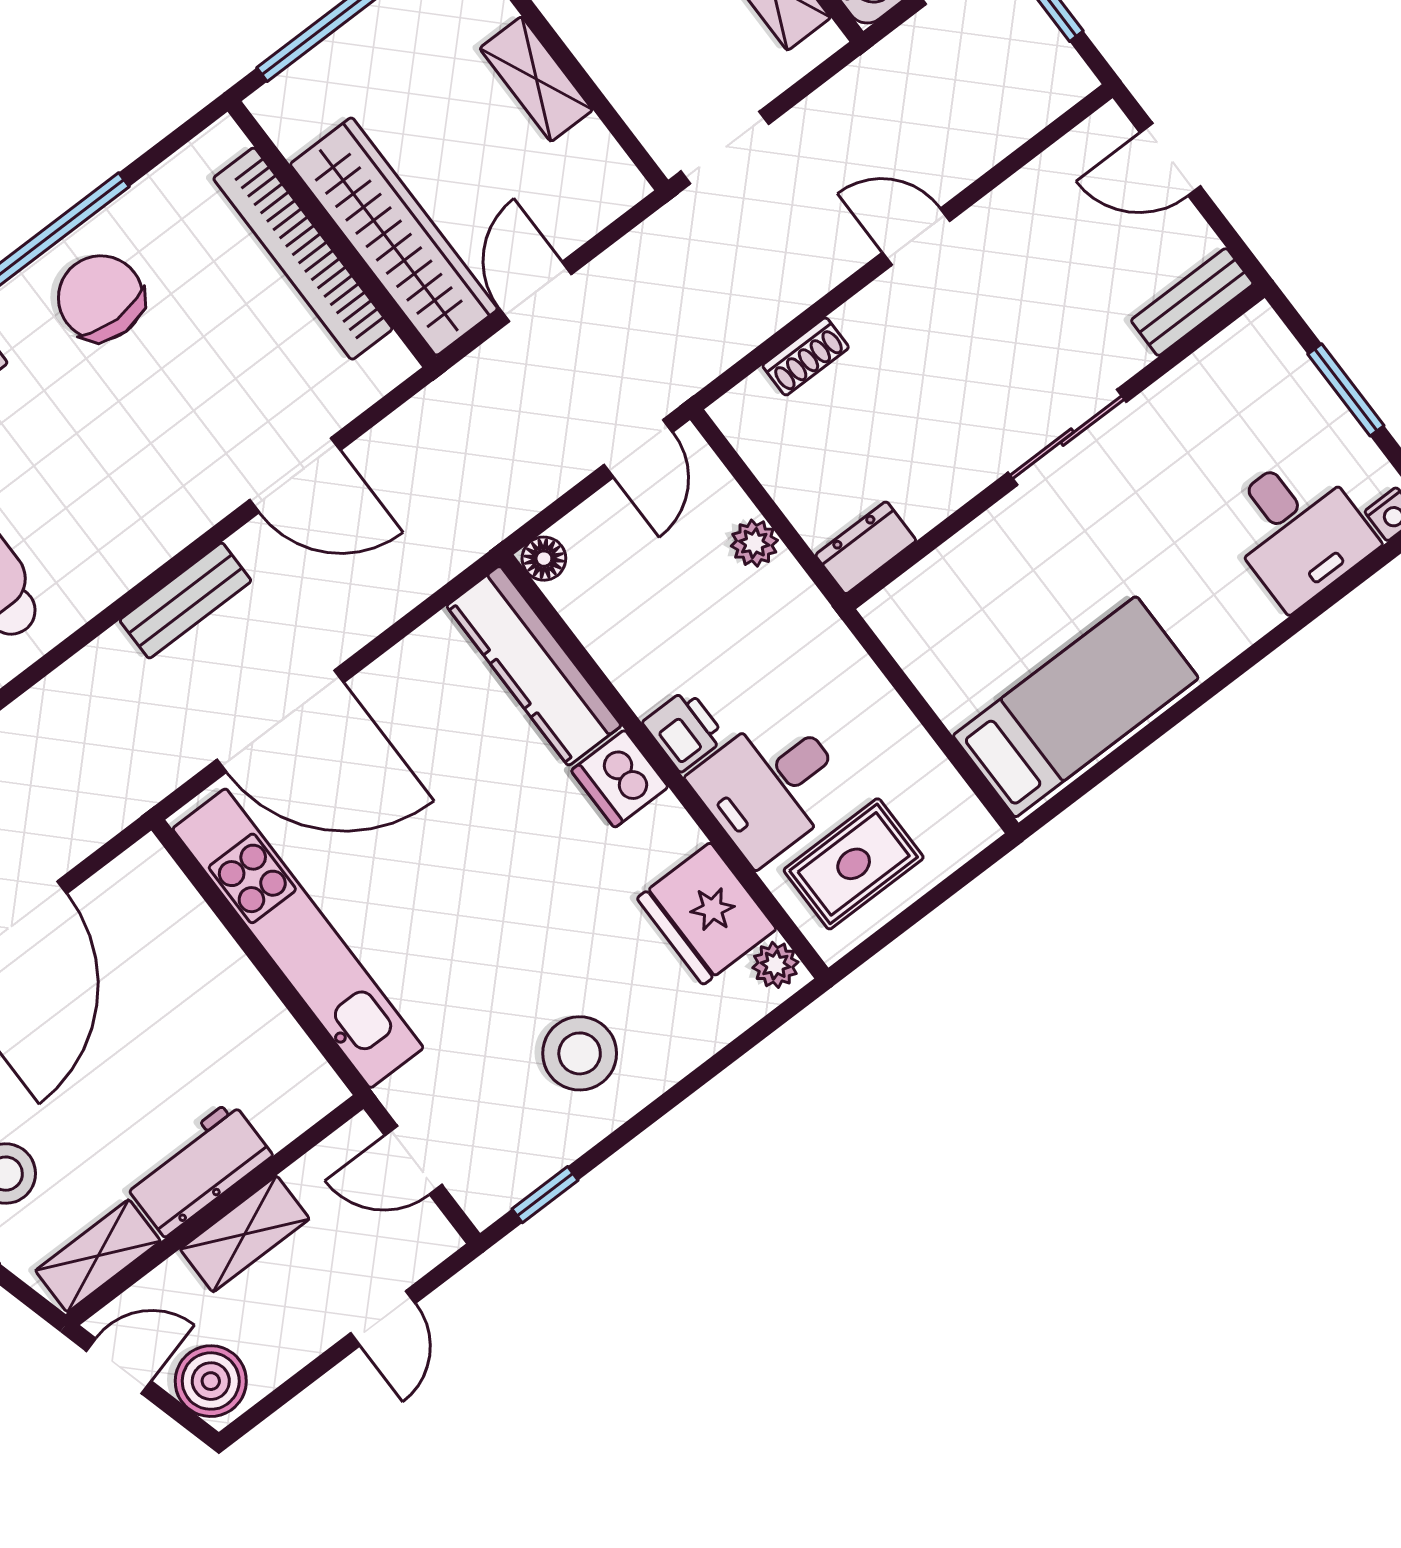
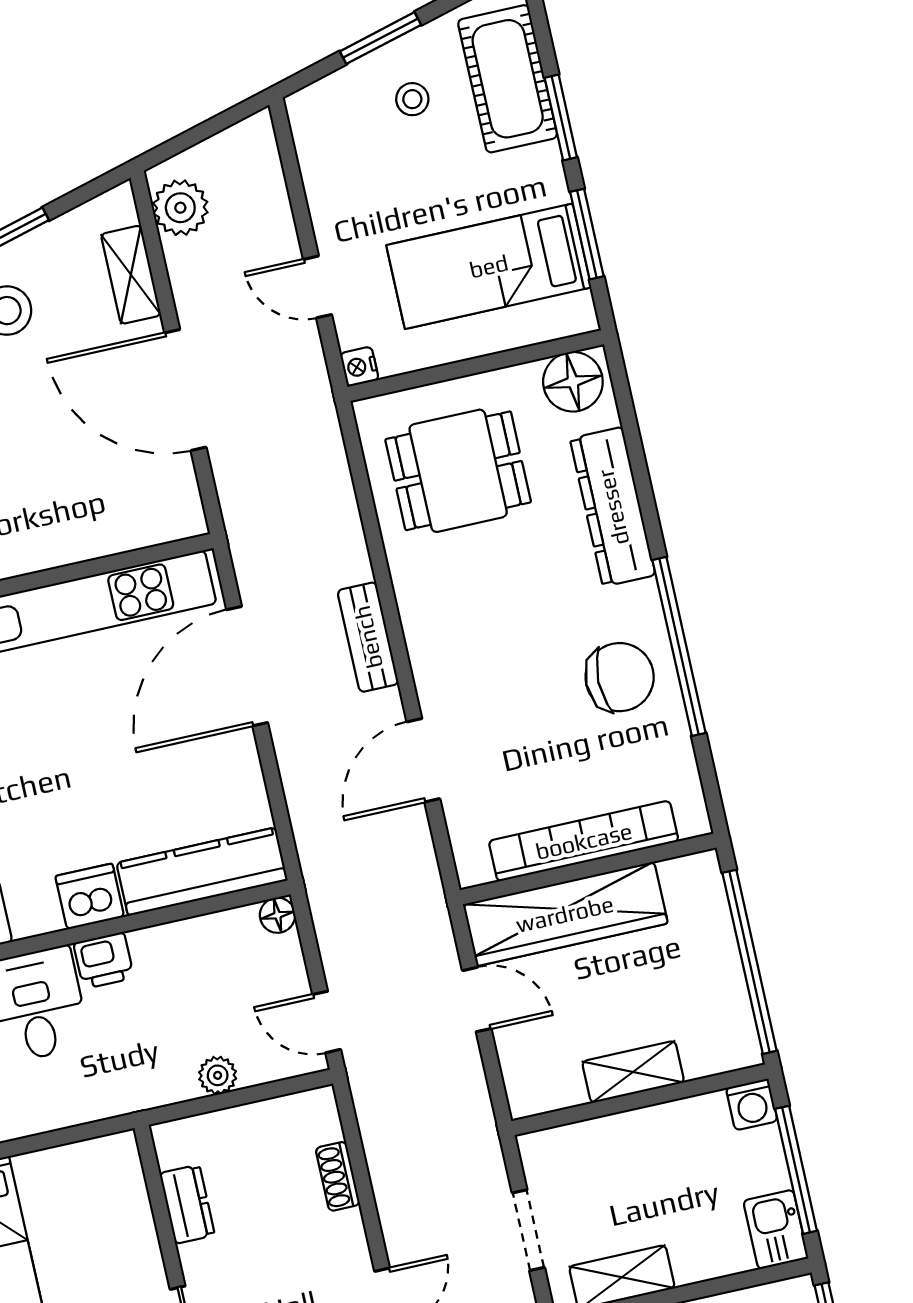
doorway: (725, 148) -> (528, 1230), moved
dresser: (866, 548) -> (187, 1204), moved

